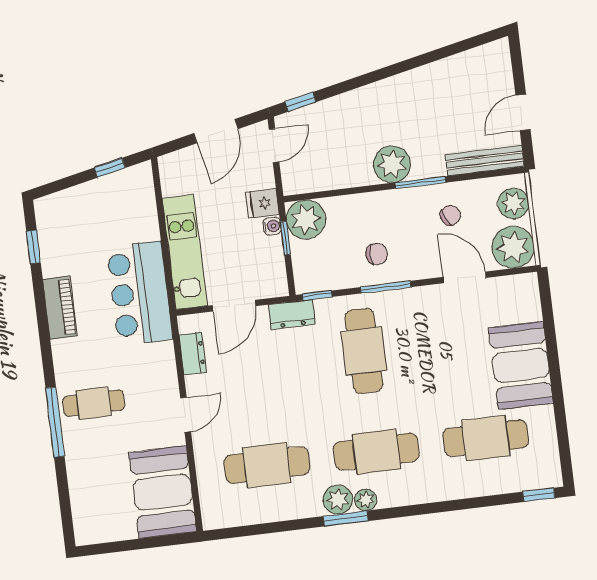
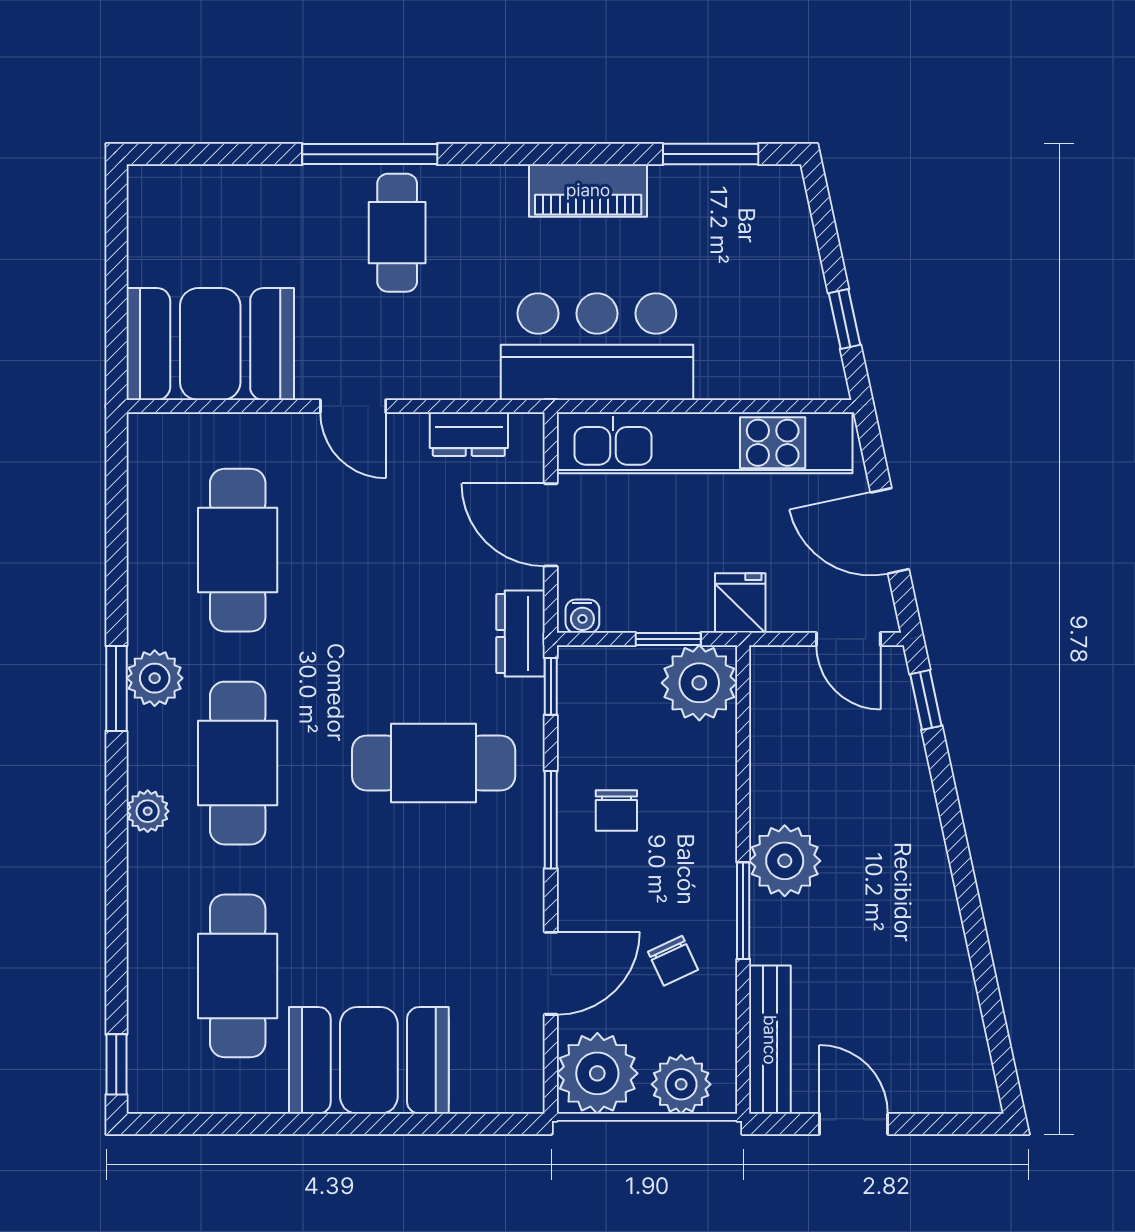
water cooler: (272, 226) -> (582, 616), moved
window: (33, 247) -> (711, 154), width x1.50
kitchen unit: (185, 252) -> (705, 443), width x1.36
plant: (366, 500) -> (148, 811), moved

